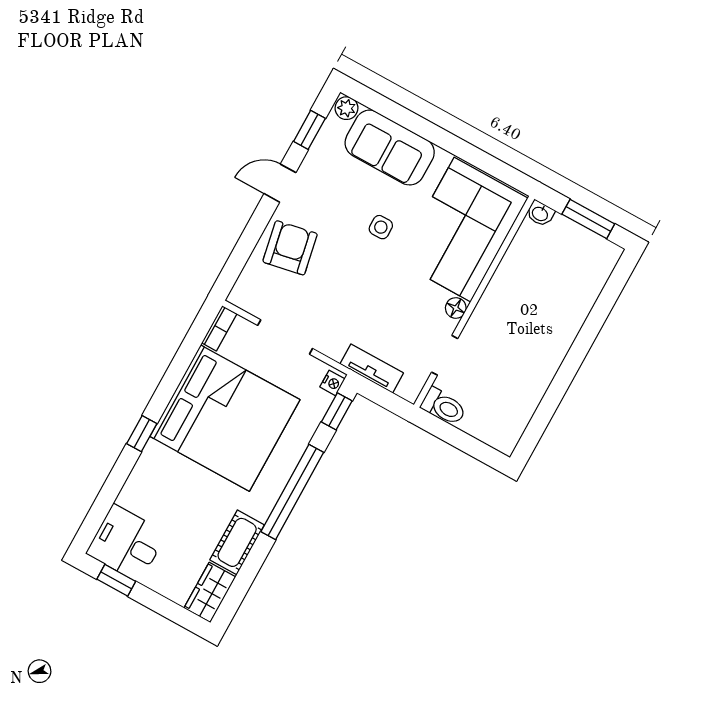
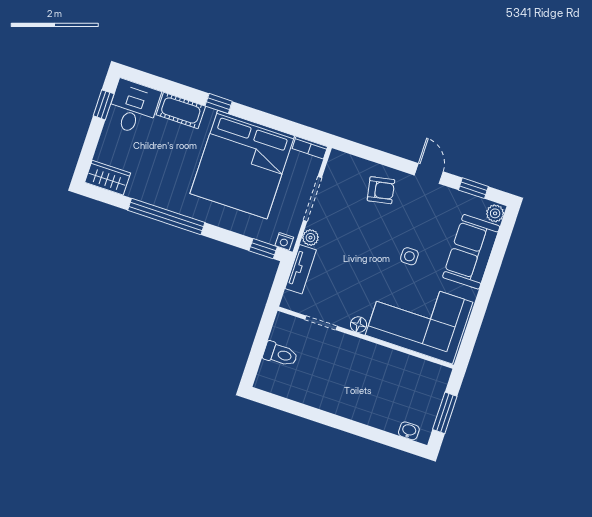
washbasin: (540, 213) -> (409, 431), moved, turned 90
armchair: (290, 248) -> (381, 190), width x0.72, depth x0.72
plant: (334, 349) -> (310, 238), added
toilet: (444, 407) -> (280, 354), moved, turned -90
window: (292, 492) -> (166, 216), moved
cot: (237, 542) -> (181, 110), moved

